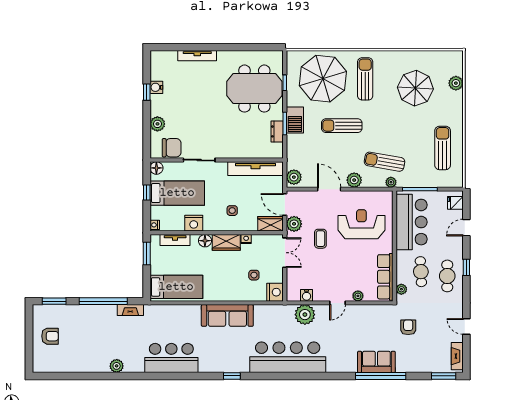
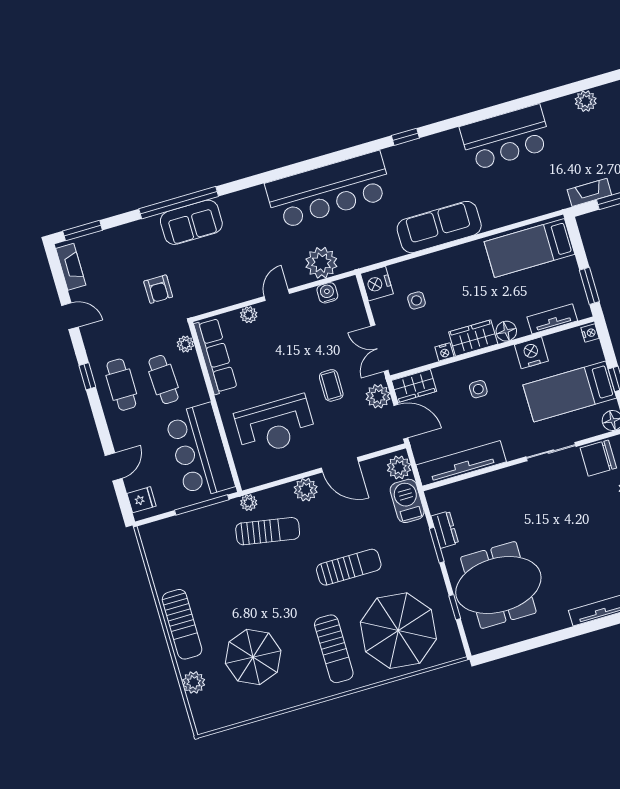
barbecue: (295, 120) -> (407, 501), moved
sun lounger: (443, 148) -> (182, 624), moved
window: (466, 267) -> (87, 376), moved

